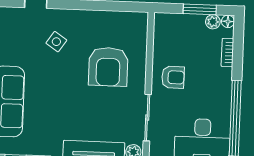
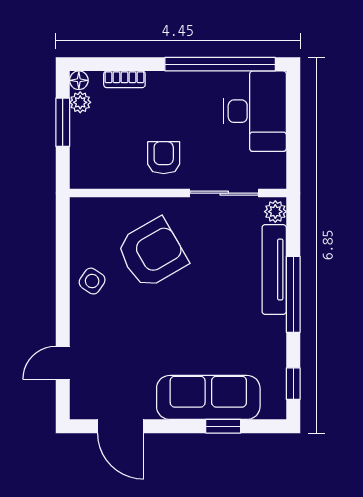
side table: (56, 42) -> (92, 281), moved
armchair: (108, 67) -> (152, 253), turned -30

